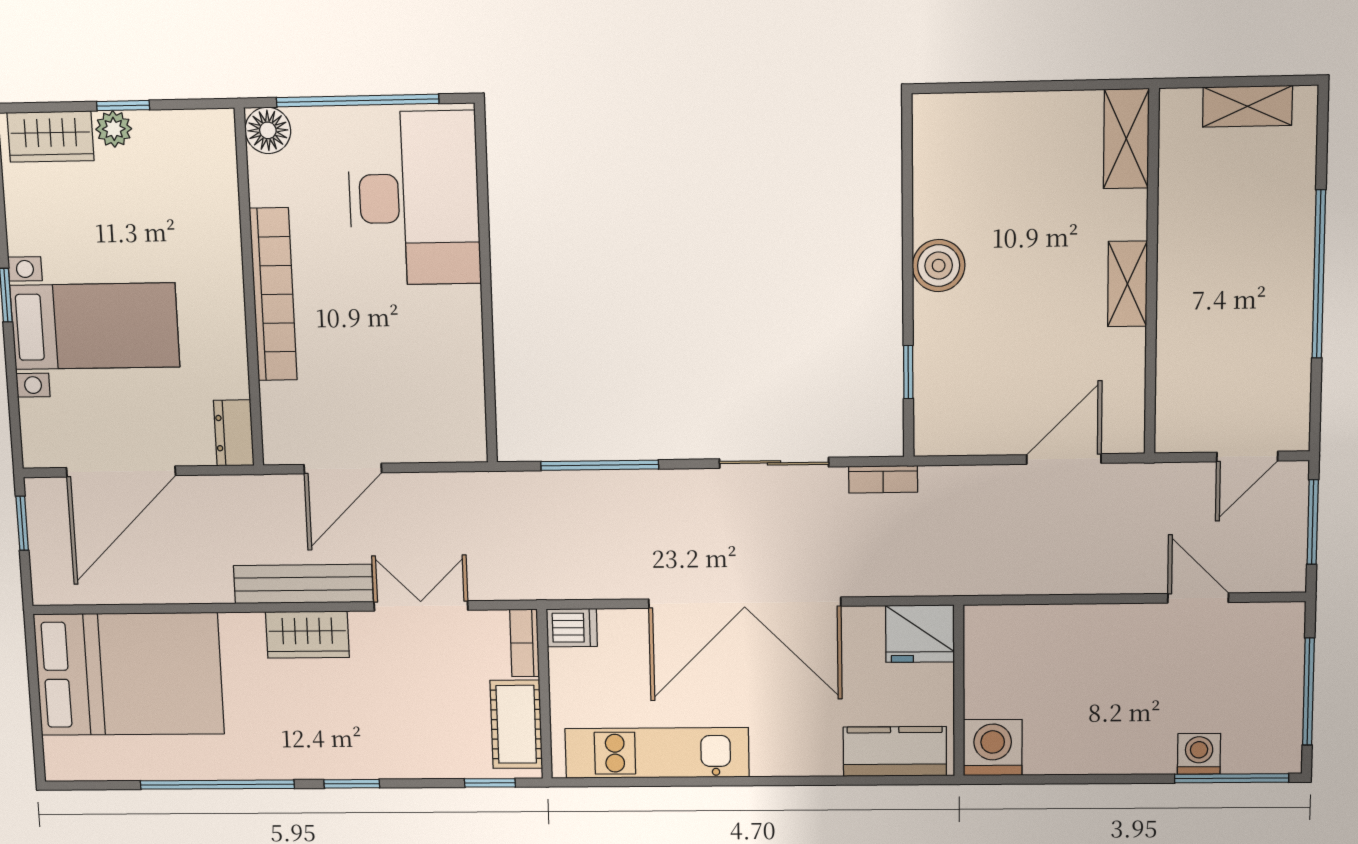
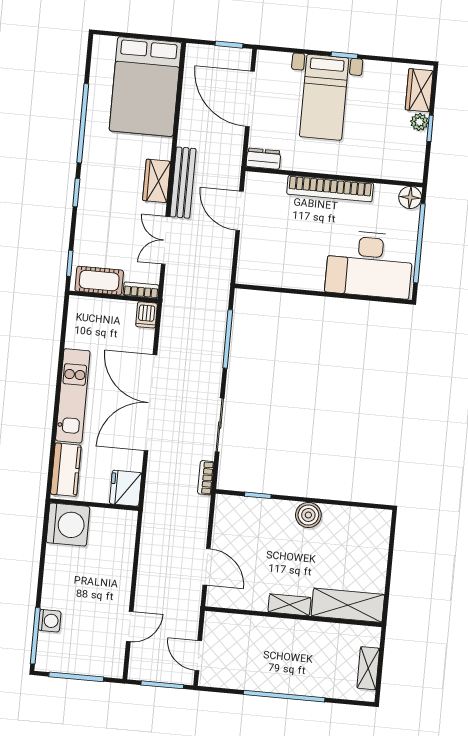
shelving: (1126, 139) -> (348, 605), width x1.50, depth x1.33
double door: (421, 606) -> (165, 240), swing flipped
washing machine: (993, 748) -> (68, 525), width x1.37, depth x1.37
kitchen unit: (657, 753) -> (73, 396), moved

